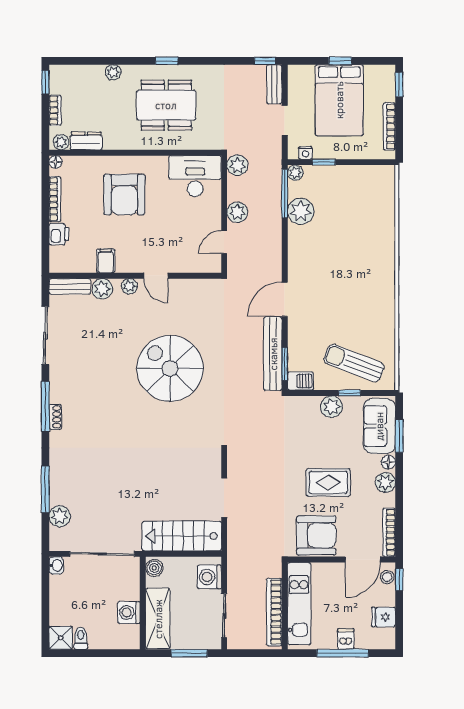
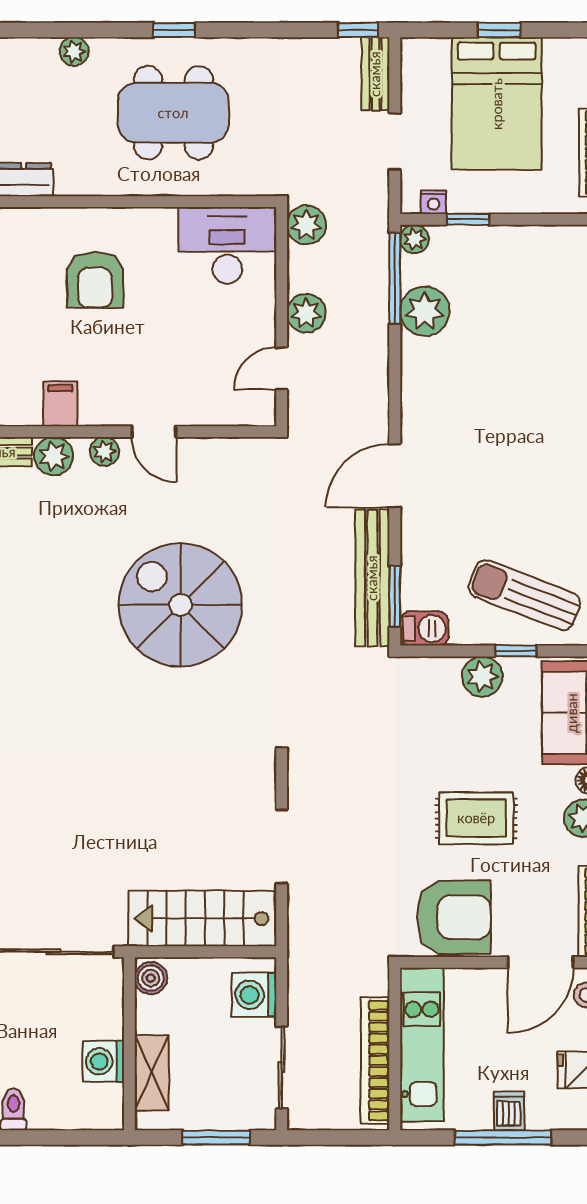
armchair: (124, 195) -> (95, 280), width x0.73, depth x0.73
shelving: (158, 619) -> (152, 1073), width x0.67, depth x0.75

